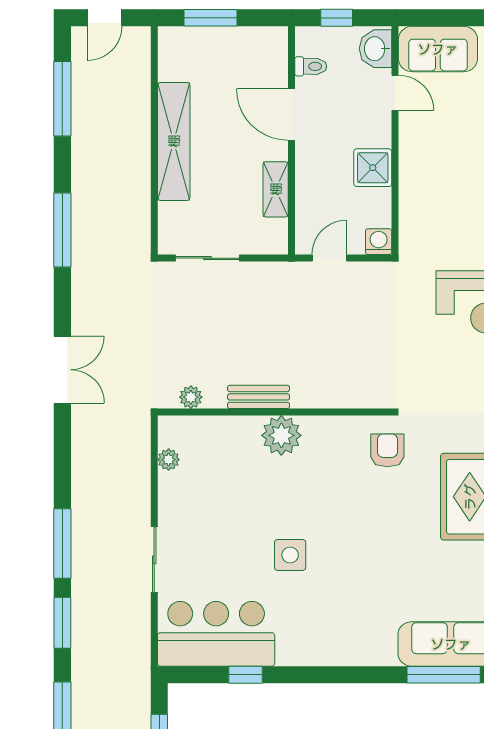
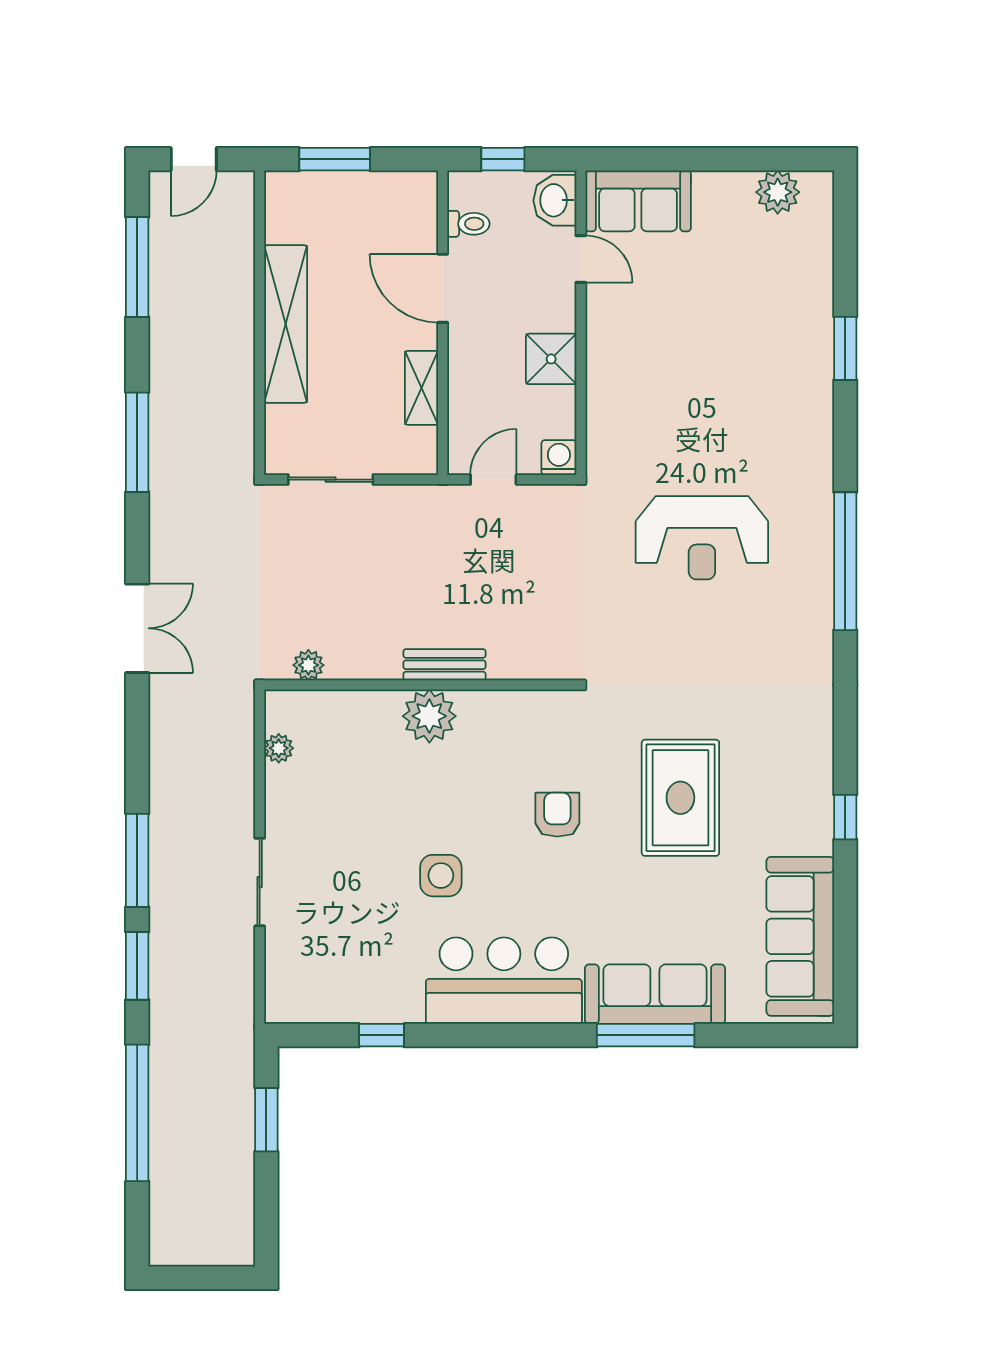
bench: (259, 397) -> (445, 665), moved
armchair: (387, 450) -> (557, 815), moved
bar counter: (216, 634) -> (504, 981), moved

